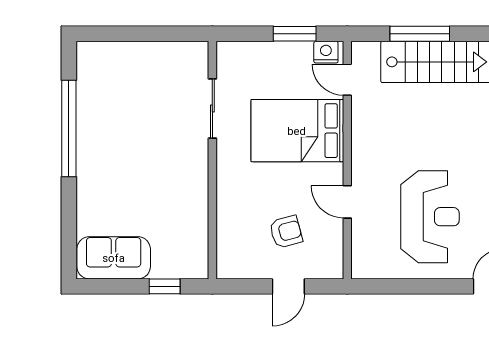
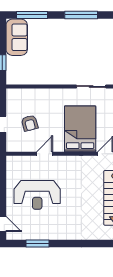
window: (69, 128) -> (81, 15), width x0.68
window: (69, 227) -> (32, 15), added

